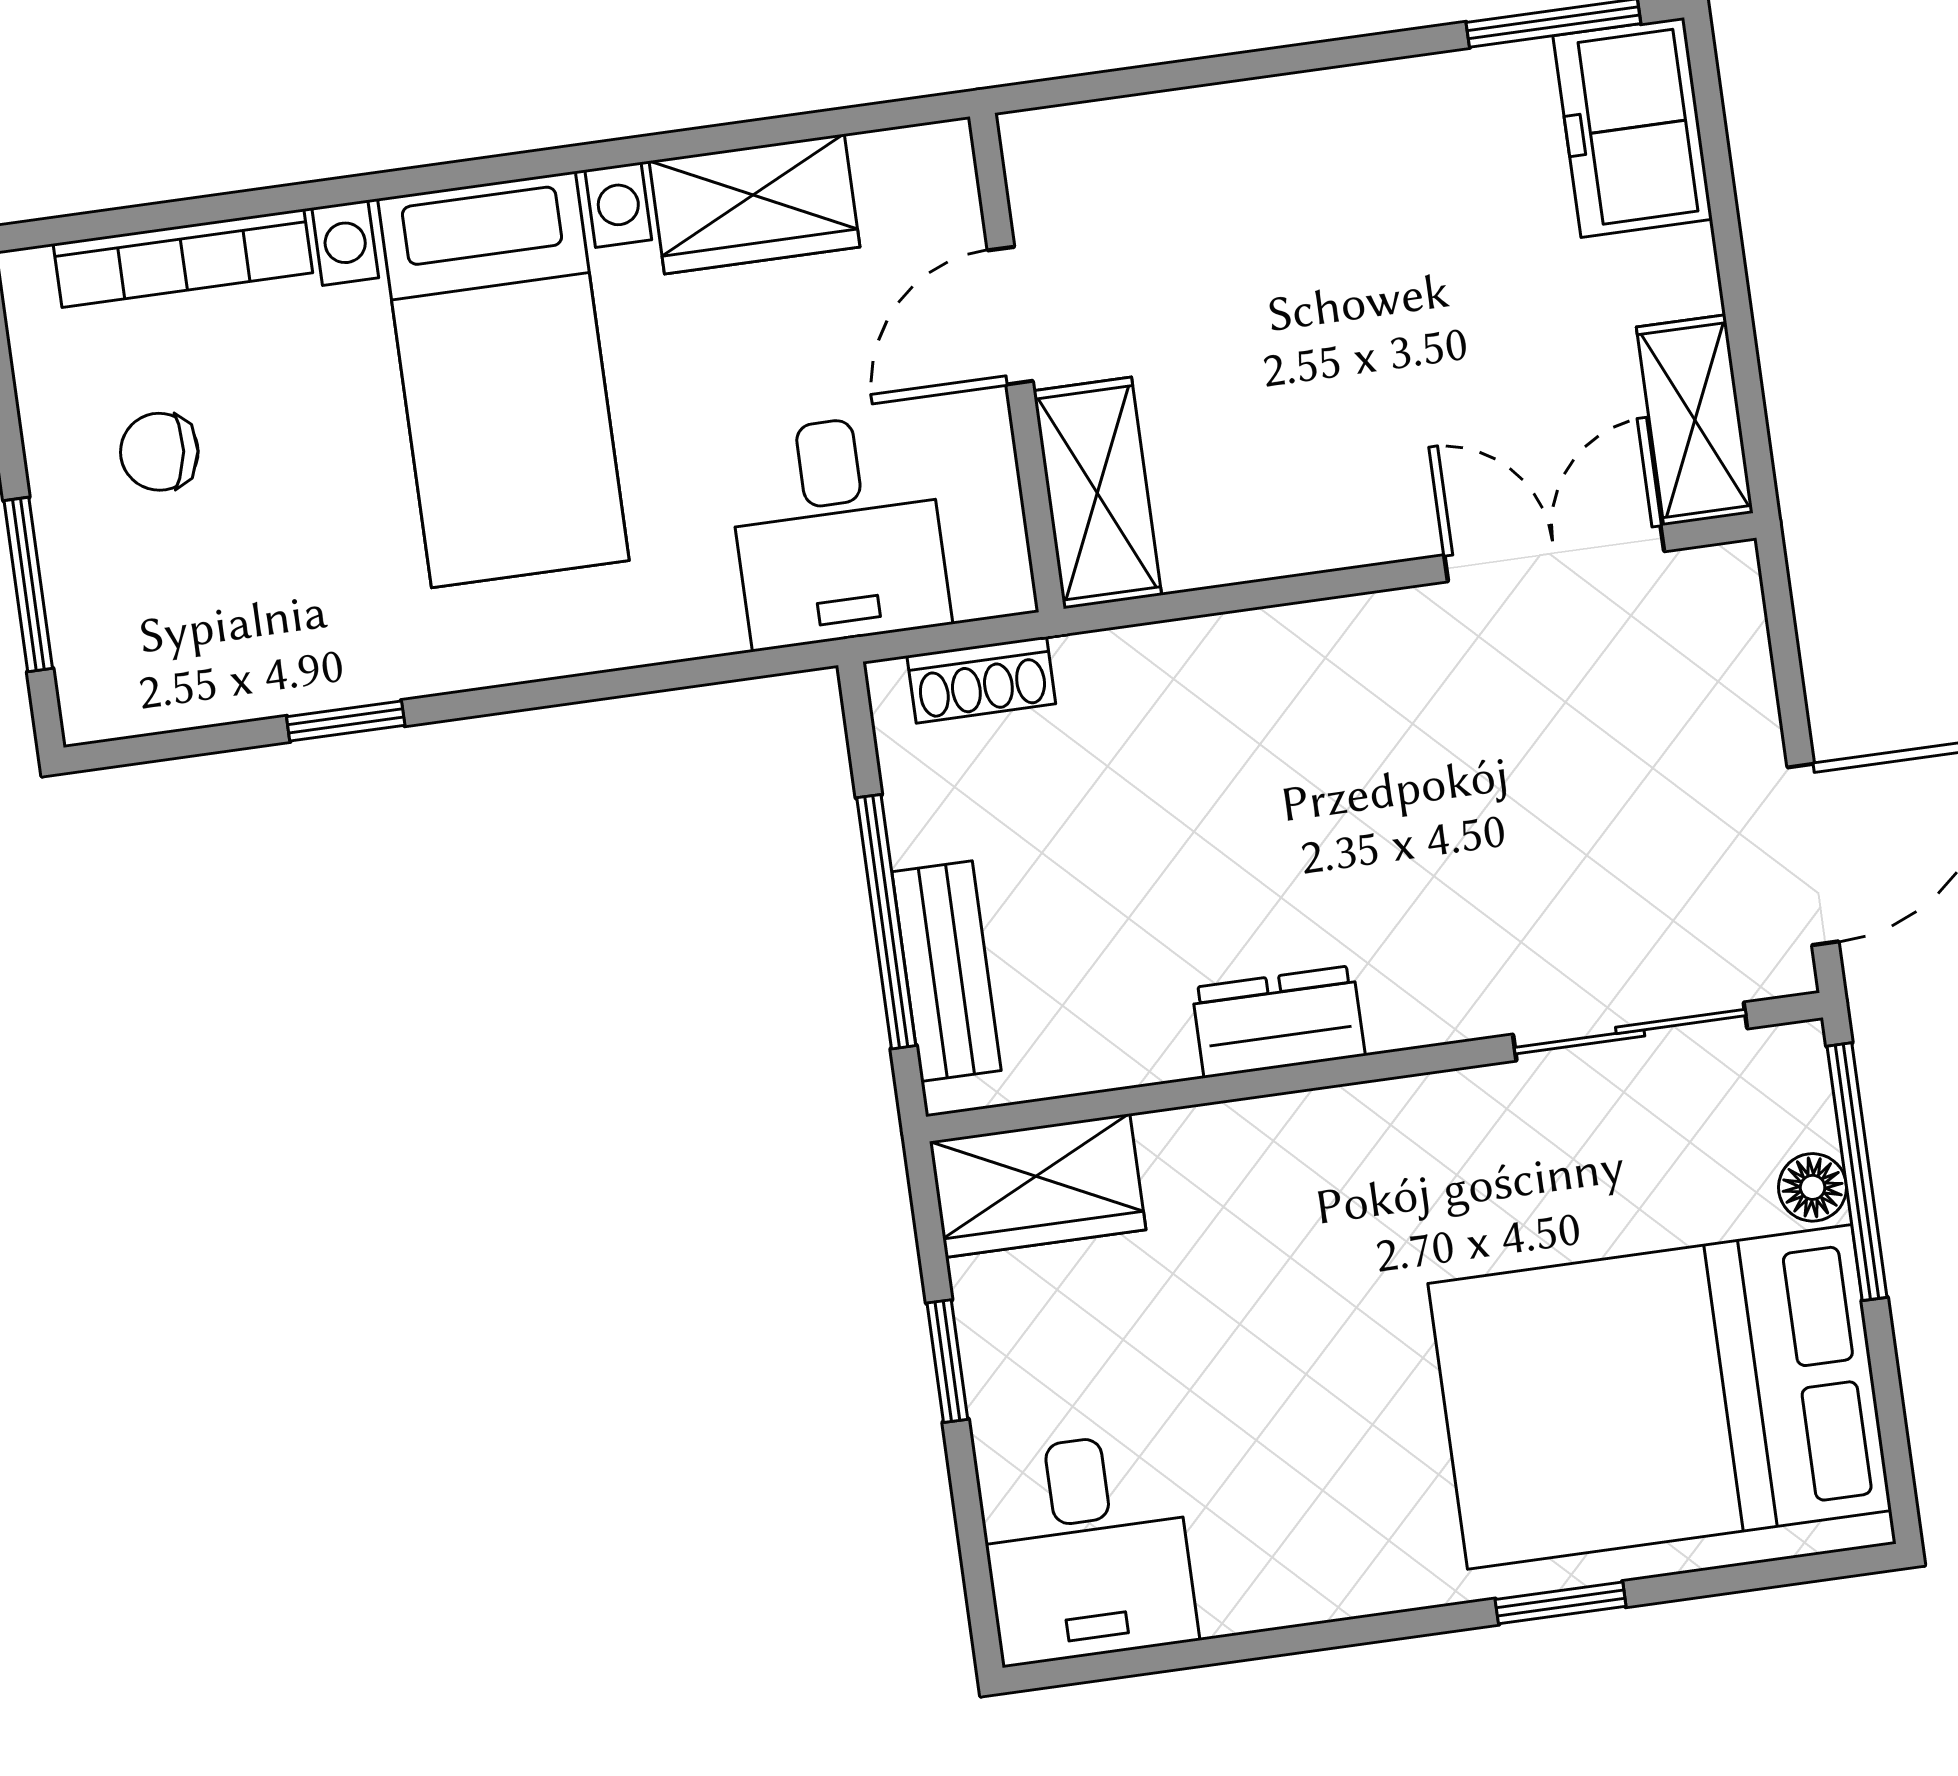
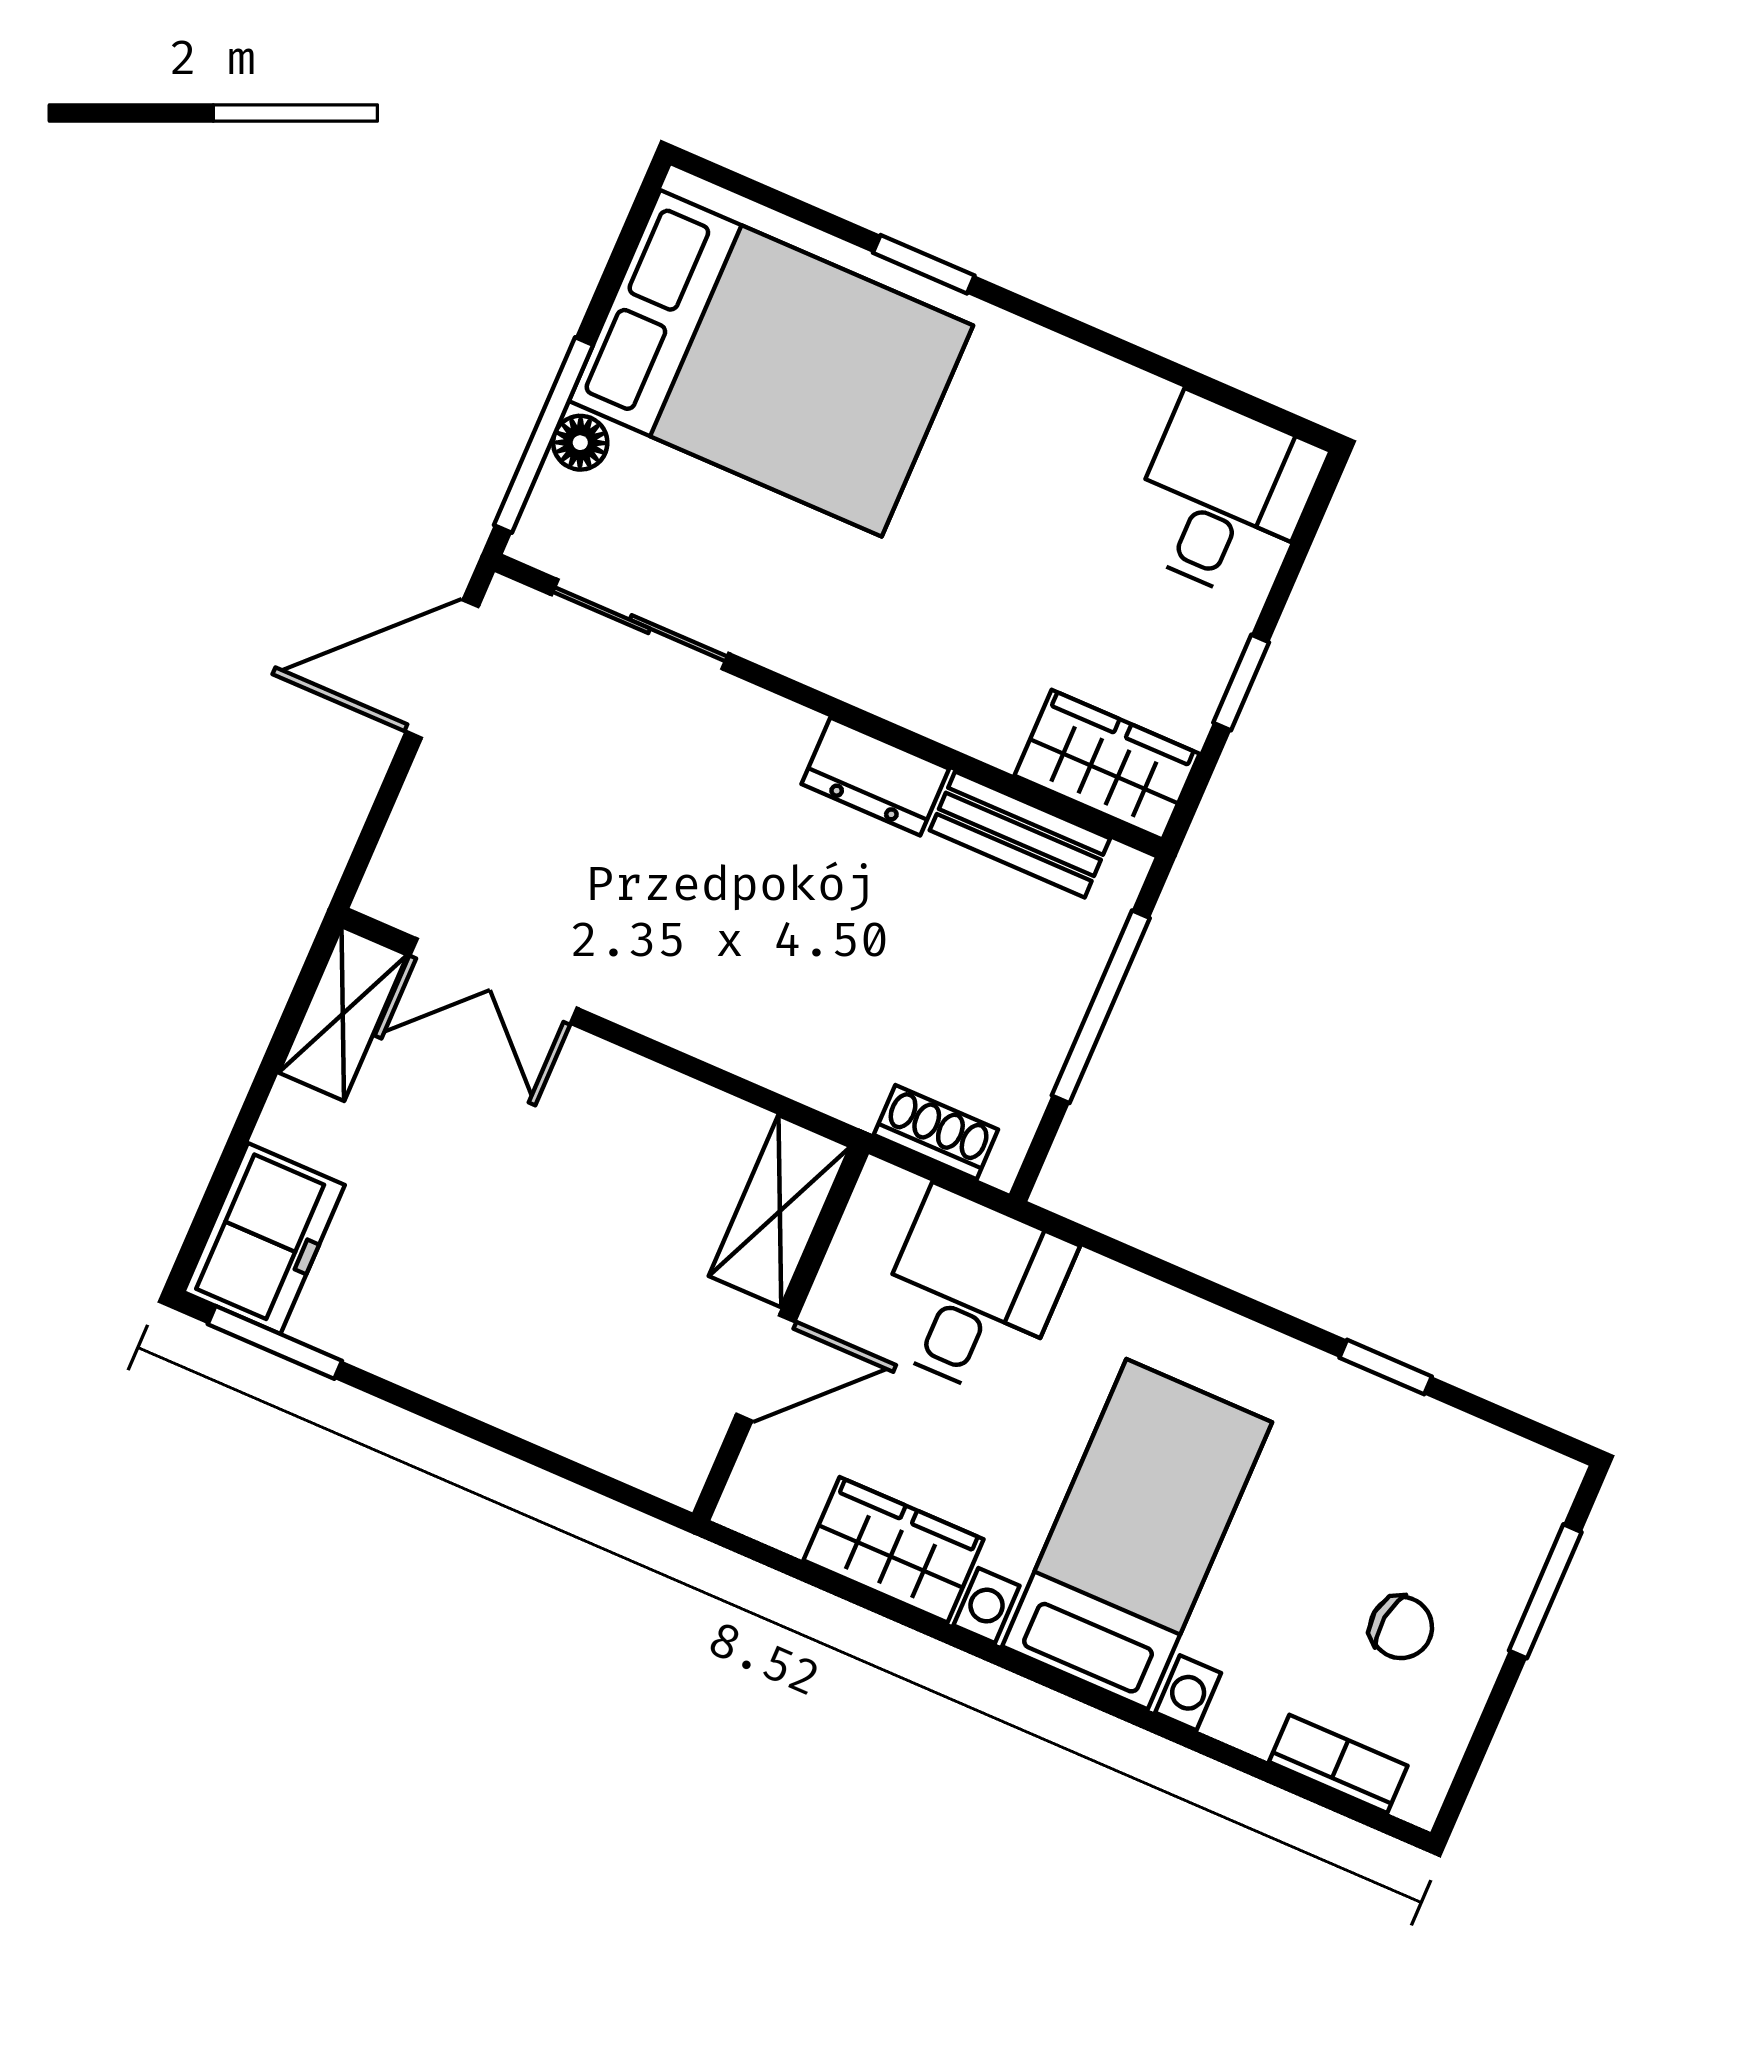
bookcase: (183, 258) -> (1338, 1764), width x0.64
bench: (947, 971) -> (1020, 834), moved, turned 90

